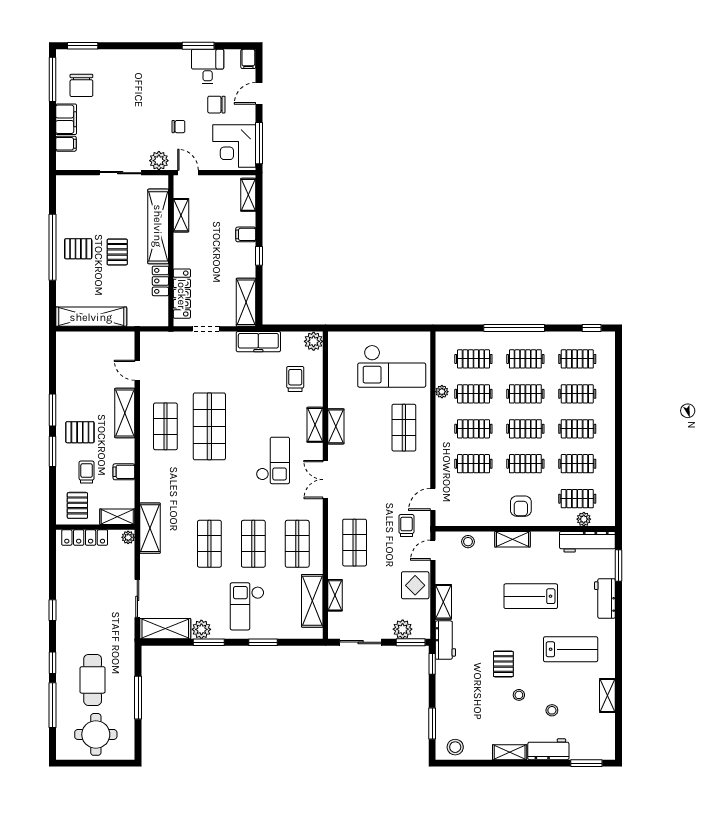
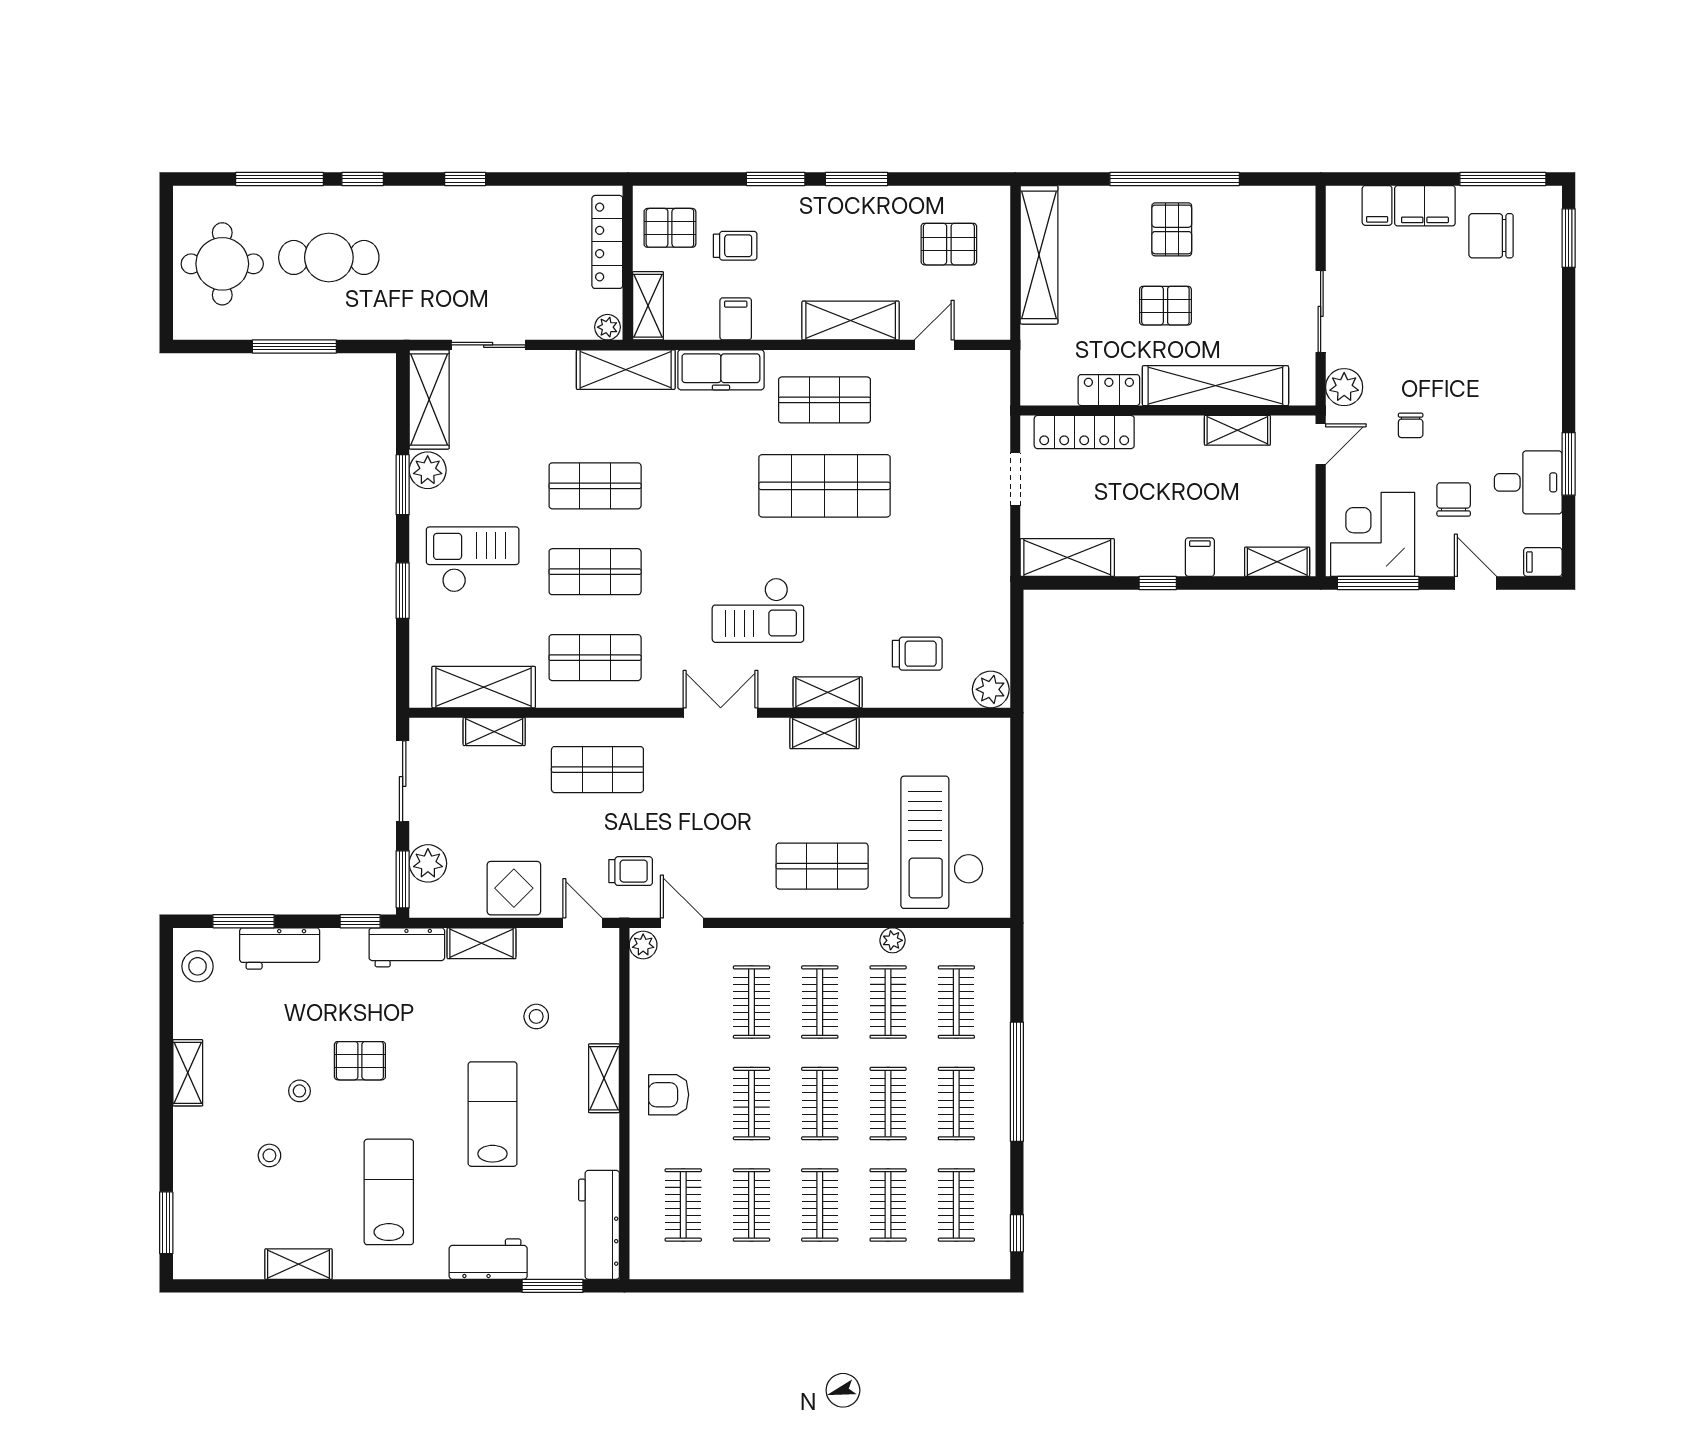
freezer: (258, 342) -> (721, 370), moved, turned -90
pallet: (80, 432) -> (949, 244), moved, turned 90
plant: (584, 519) -> (643, 945), moved
stool: (468, 542) -> (536, 1016), moved
lab bench: (571, 649) -> (389, 1192), turned 180
workbench: (548, 749) -> (280, 948), moved, turned 90

